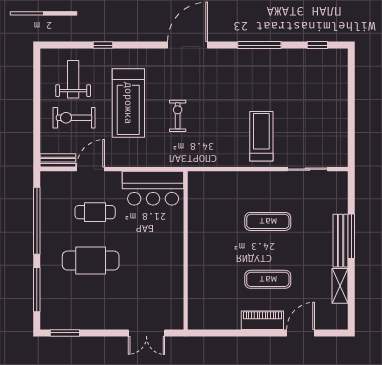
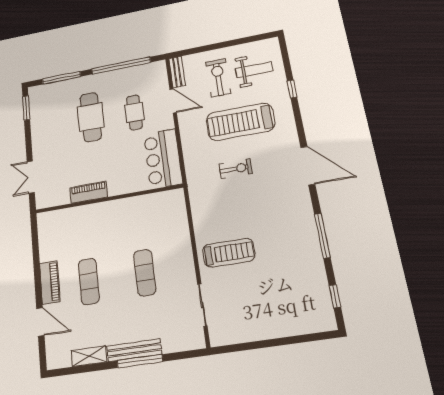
piano: (175, 271) -> (89, 192), added

